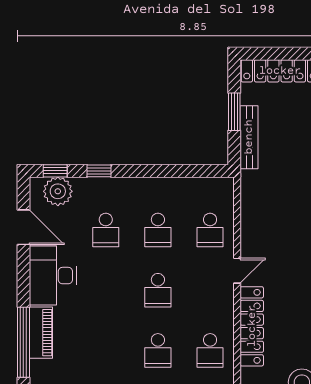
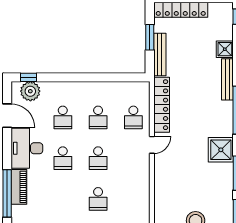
window: (99, 171) -> (58, 77), removed
locker: (252, 326) -> (162, 105), moved
school desk: (210, 350) -> (63, 158), moved

